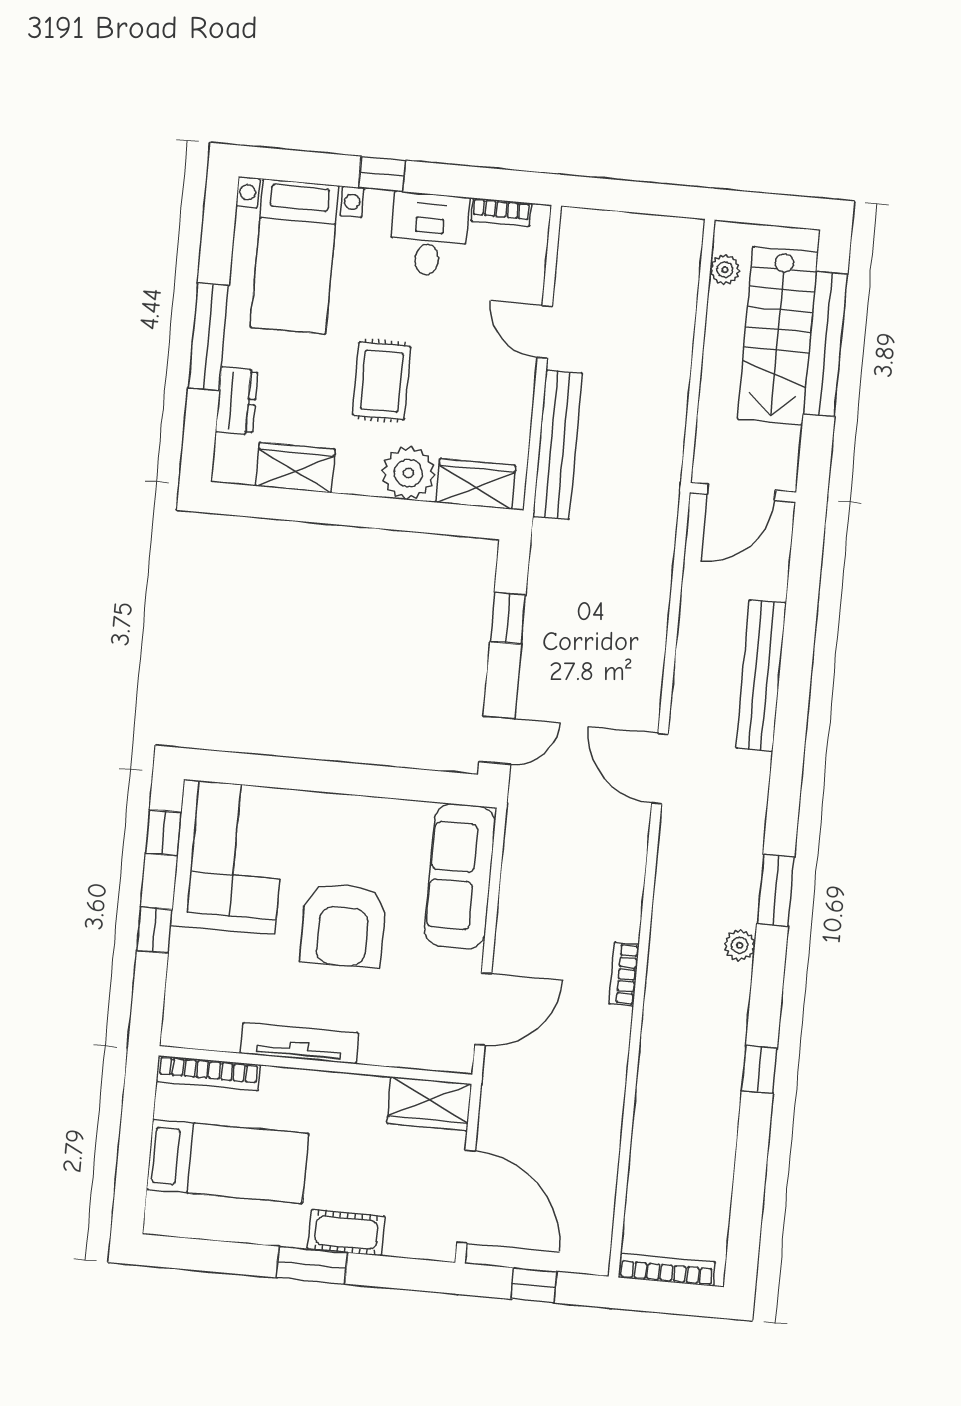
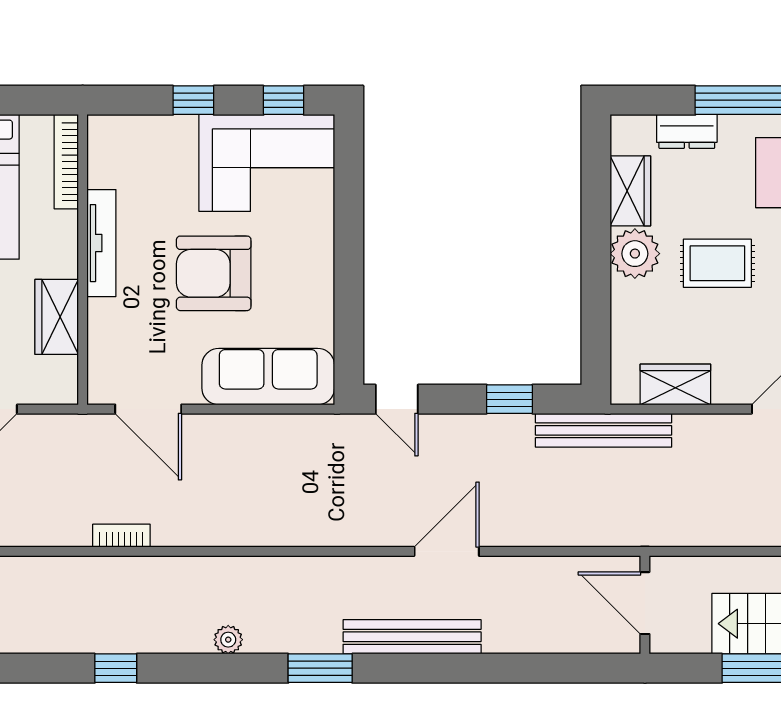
bench: (558, 445) -> (603, 430), moved
plant: (408, 473) -> (635, 254), moved
wardrobe: (476, 484) -> (675, 384), moved, turned -90
bench: (761, 676) -> (412, 637), moved
door: (660, 769) -> (447, 551), moved
window: (776, 890) -> (320, 668), moved
bookcase: (624, 974) -> (121, 536), moved
wardrobe: (429, 1104) -> (57, 317), moved

